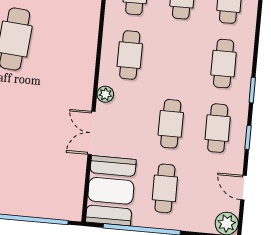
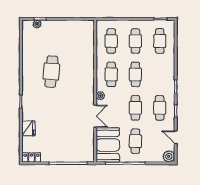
cafe table: (224, 64) -> (135, 74), moved
double door: (92, 133) -> (95, 116), swing flipped

